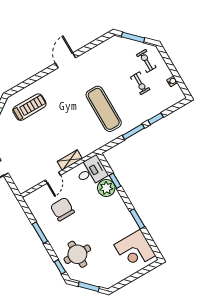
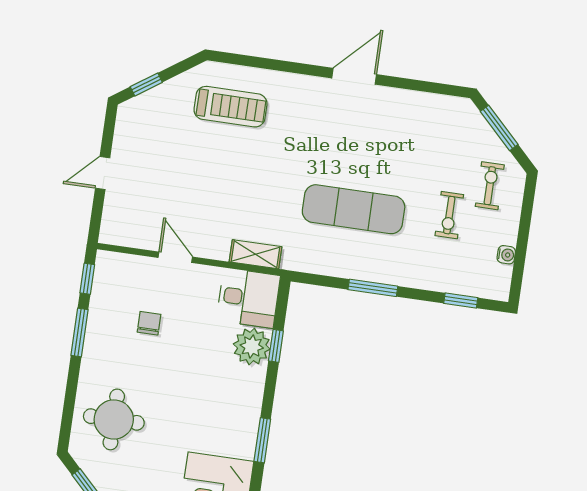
exercise mat: (104, 109) -> (354, 209), turned 90
window: (156, 119) -> (461, 301), moved
shelving: (70, 160) -> (256, 254), moved
door: (53, 178) -> (175, 257), swing flipped
chair: (62, 209) -> (149, 323), width x0.54, depth x0.54
window: (60, 267) -> (87, 279), moved

